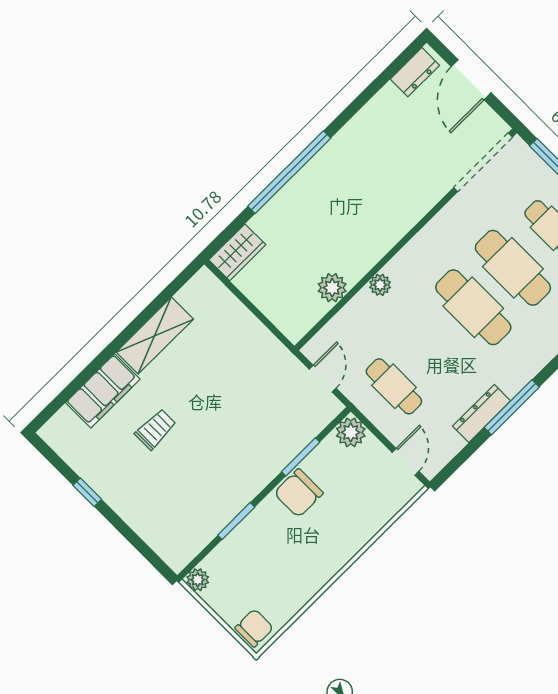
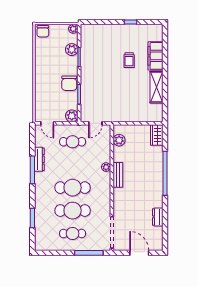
dresser: (415, 72) -> (158, 217), moved
bench: (373, 251) -> (118, 175), added
plant: (332, 288) -> (119, 140), moved
door: (323, 379) -> (95, 123), hinge flipped
chair: (299, 493) -> (69, 83), turned 180
plant: (236, 547) -> (72, 50), added

